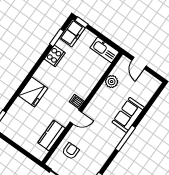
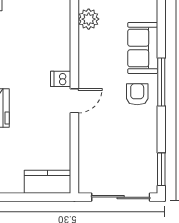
kitchen counter: (51, 135) -> (47, 182), moved, turned 90
armchair: (71, 151) -> (137, 94), moved

